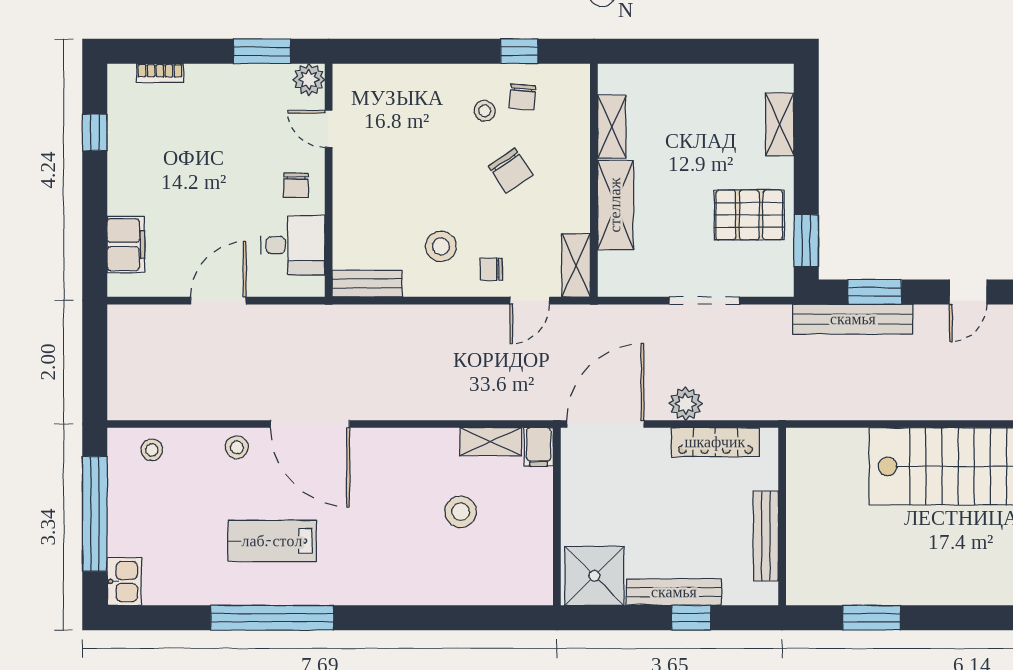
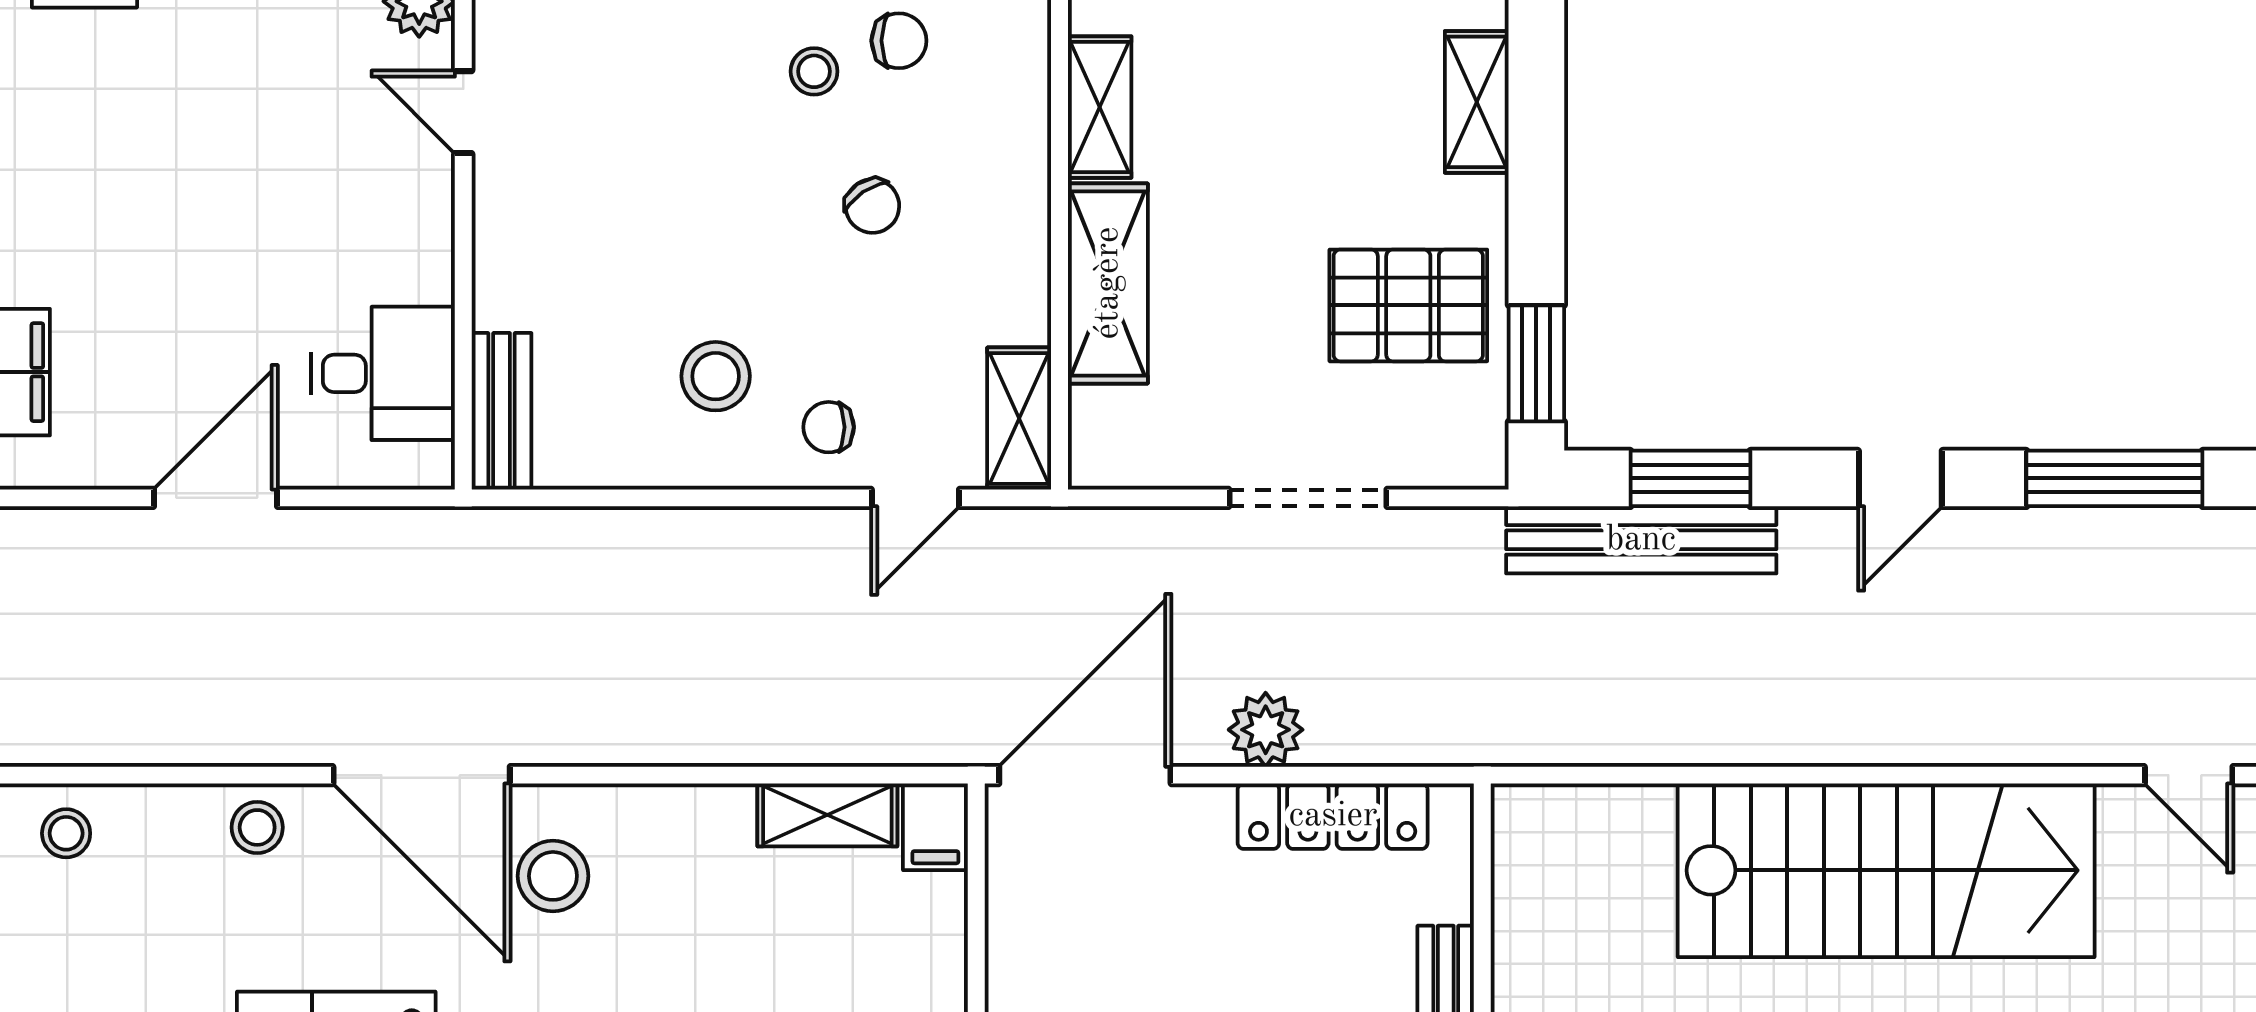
chair: (522, 97) -> (899, 41), turned -95
chair: (511, 171) -> (872, 206), width x0.73, depth x0.73
chair: (296, 185) -> (390, 239), removed
bench: (367, 284) -> (502, 411), moved, turned 90
stool: (461, 512) -> (553, 876), moved

